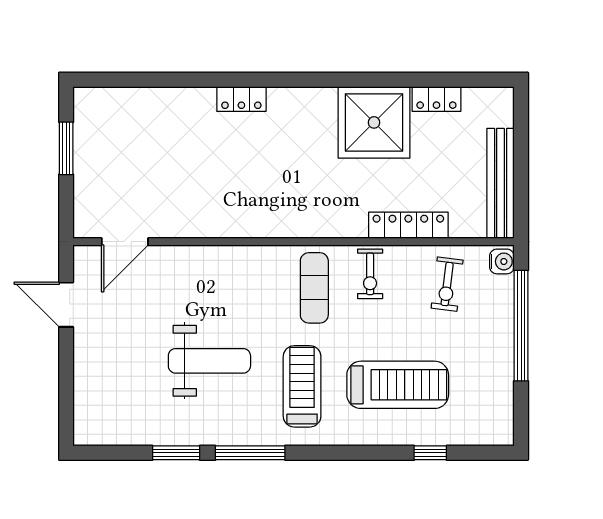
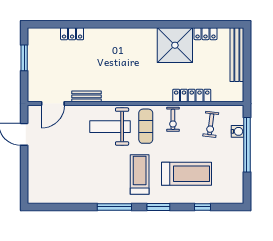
locker: (241, 99) -> (72, 34), moved
bench: (501, 183) -> (237, 55), moved
bench: (194, 227) -> (87, 96), added
water cooler: (502, 261) -> (238, 131), moved
weight bench: (209, 361) -> (110, 127), moved, turned 180
window: (176, 453) -> (158, 207), moved

